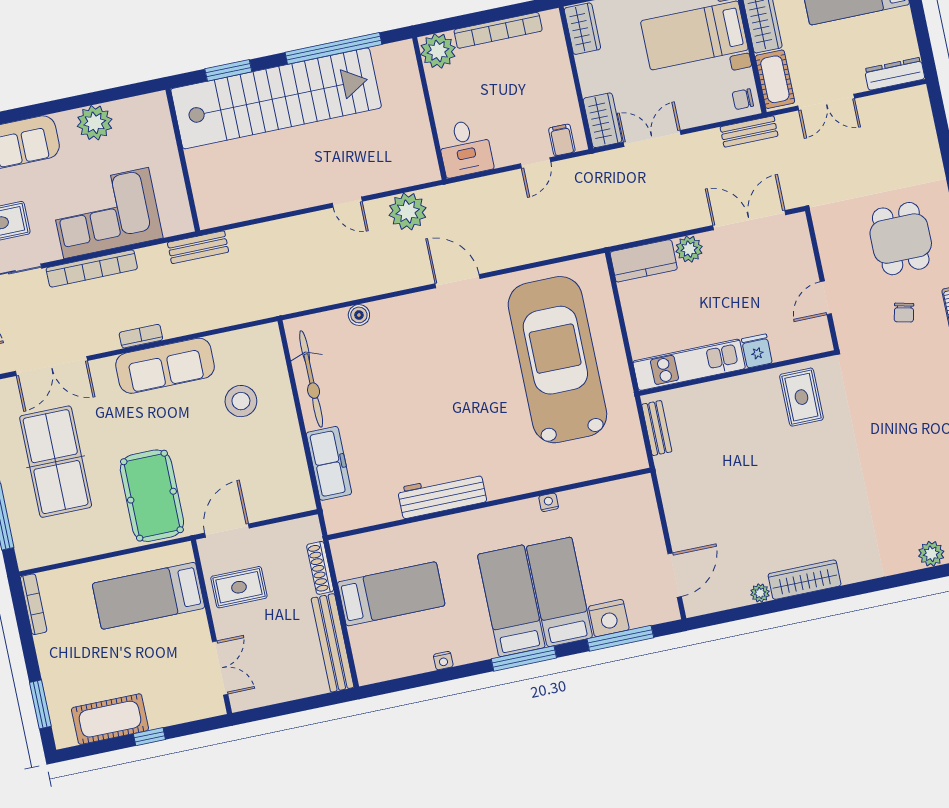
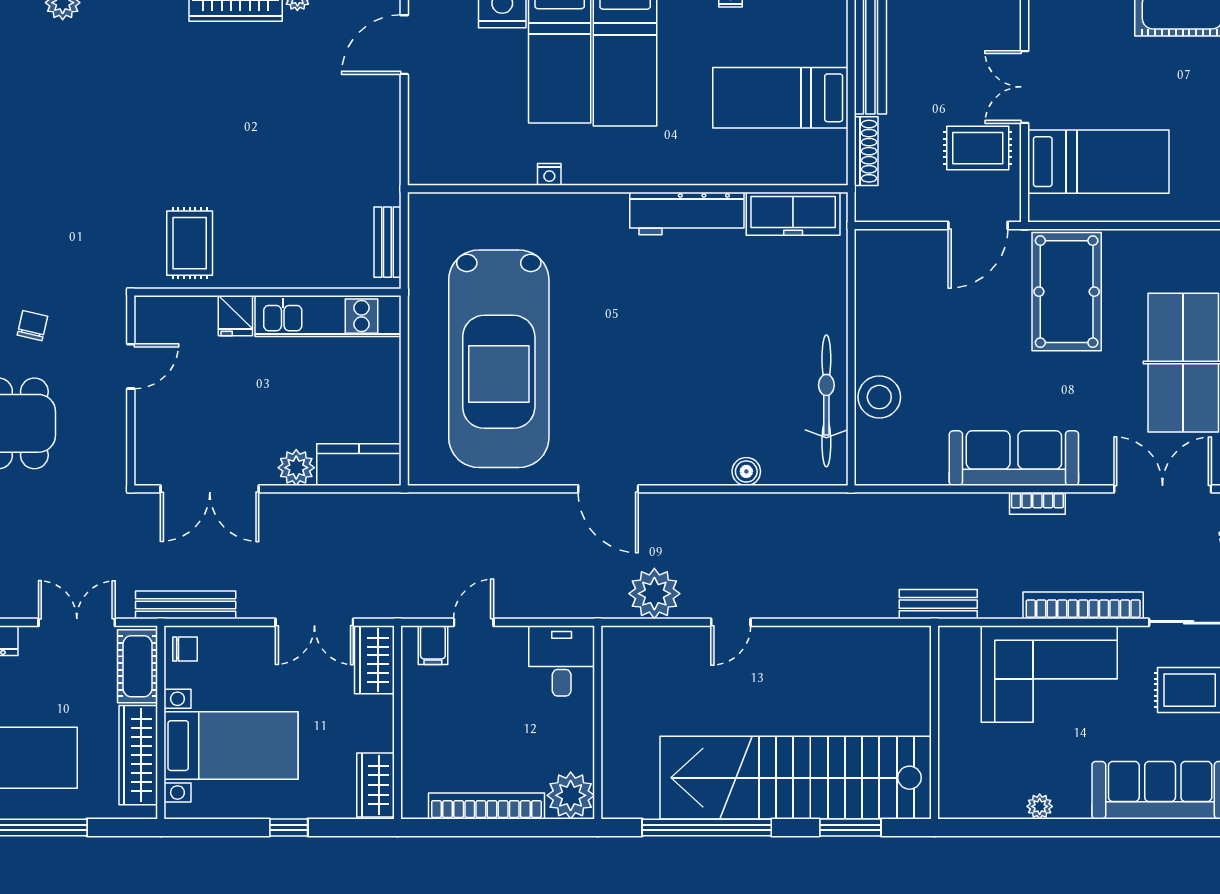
plant: (95, 123) -> (1040, 806), width x0.53, depth x0.53
bench: (749, 132) -> (186, 605), width x1.36
door: (347, 202) -> (731, 622), swing flipped
stool: (241, 401) -> (879, 397), moved
freezer: (329, 463) -> (793, 214), moved, turned -90
double door: (220, 668) -> (1025, 87), moved

